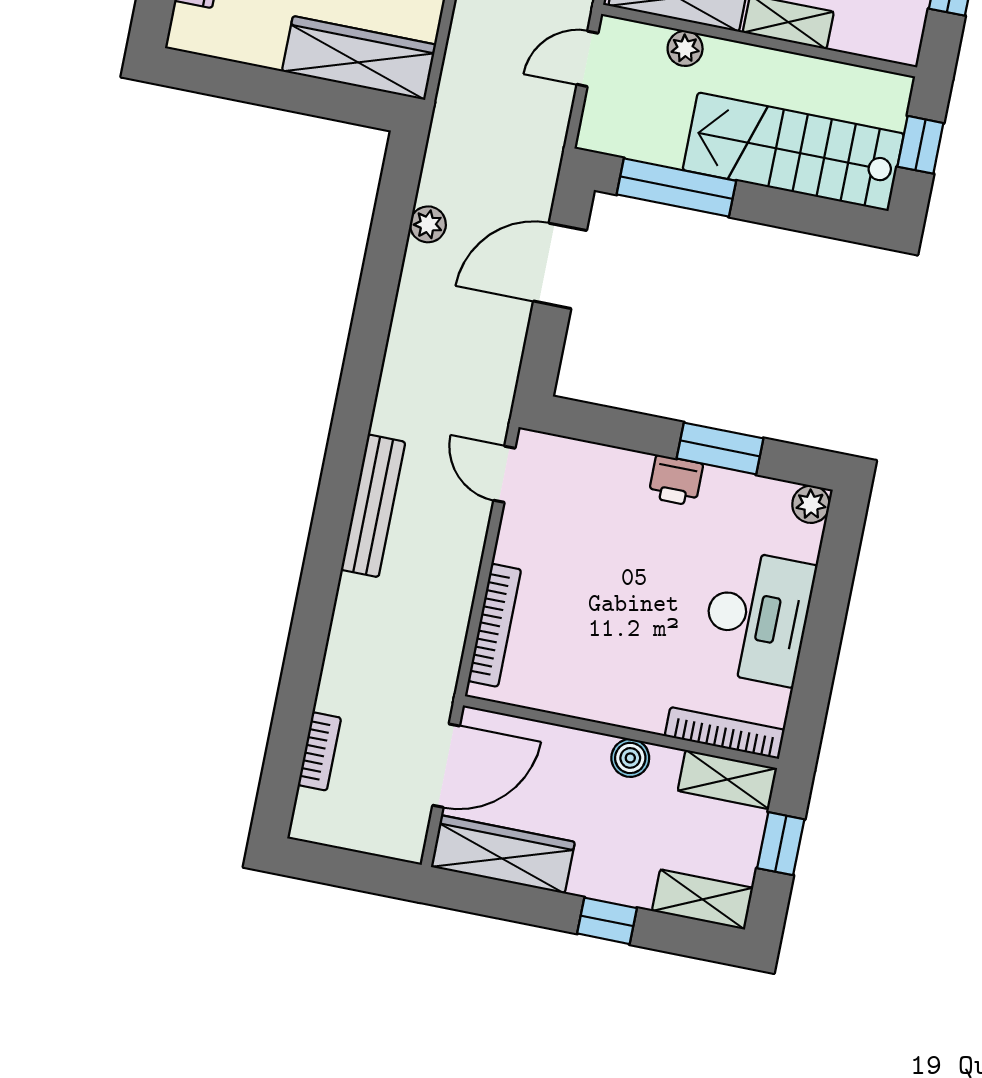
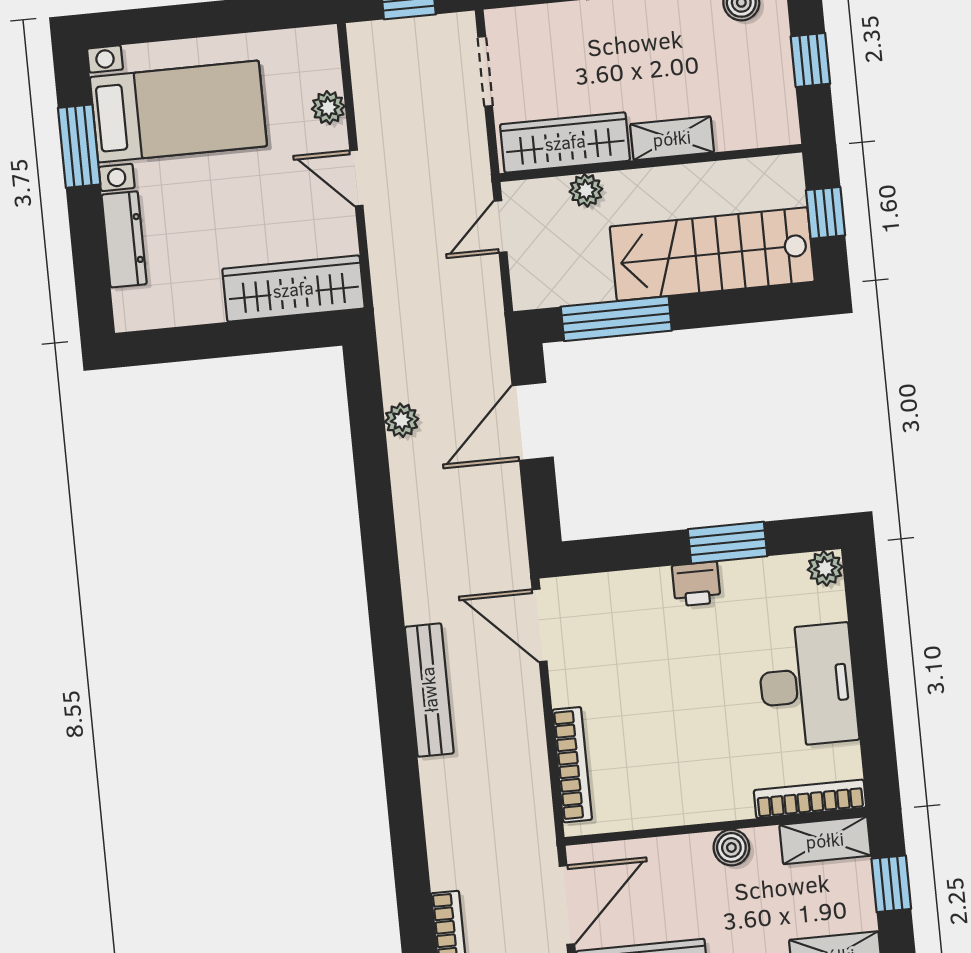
door: (504, 474) -> (540, 625), width x1.38

